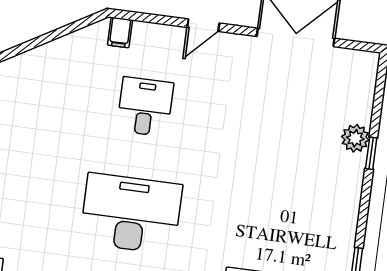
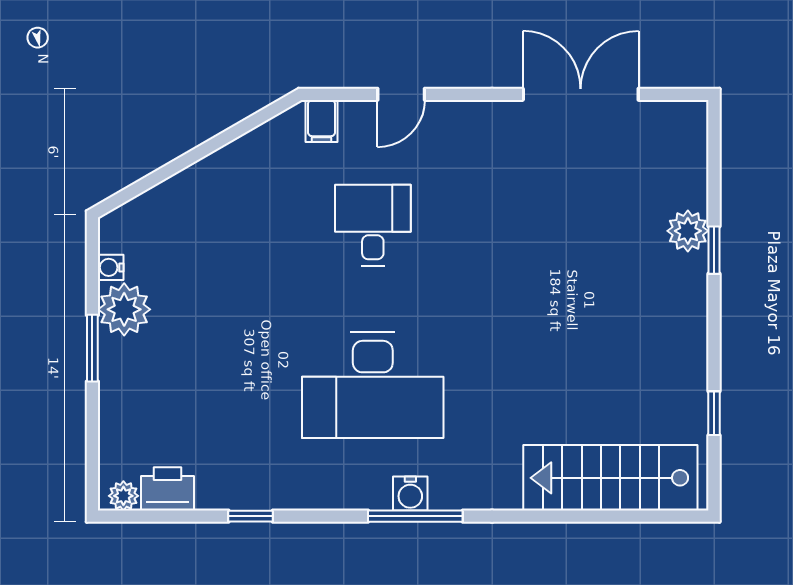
door: (203, 25) -> (401, 94), moved
desk: (131, 214) -> (373, 385), turned 180

